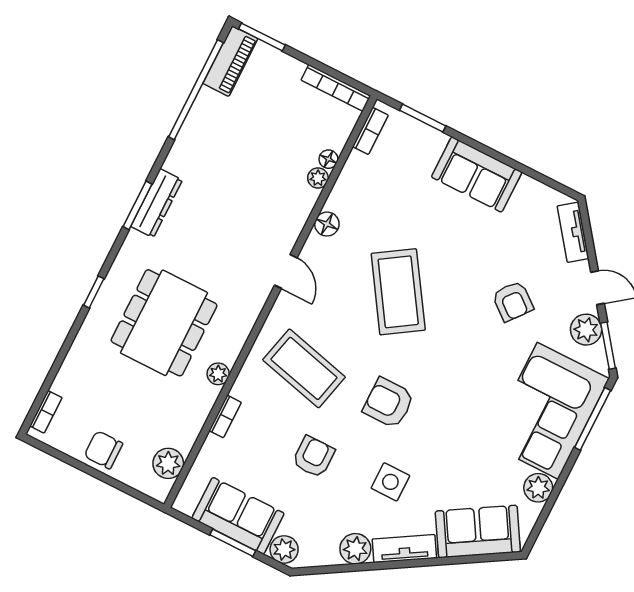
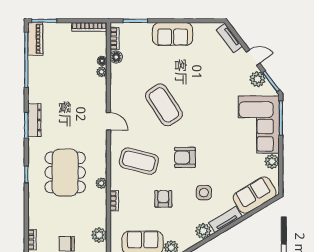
floor lamp: (327, 224) -> (116, 57), moved
armchair: (513, 301) -> (218, 83), removed

